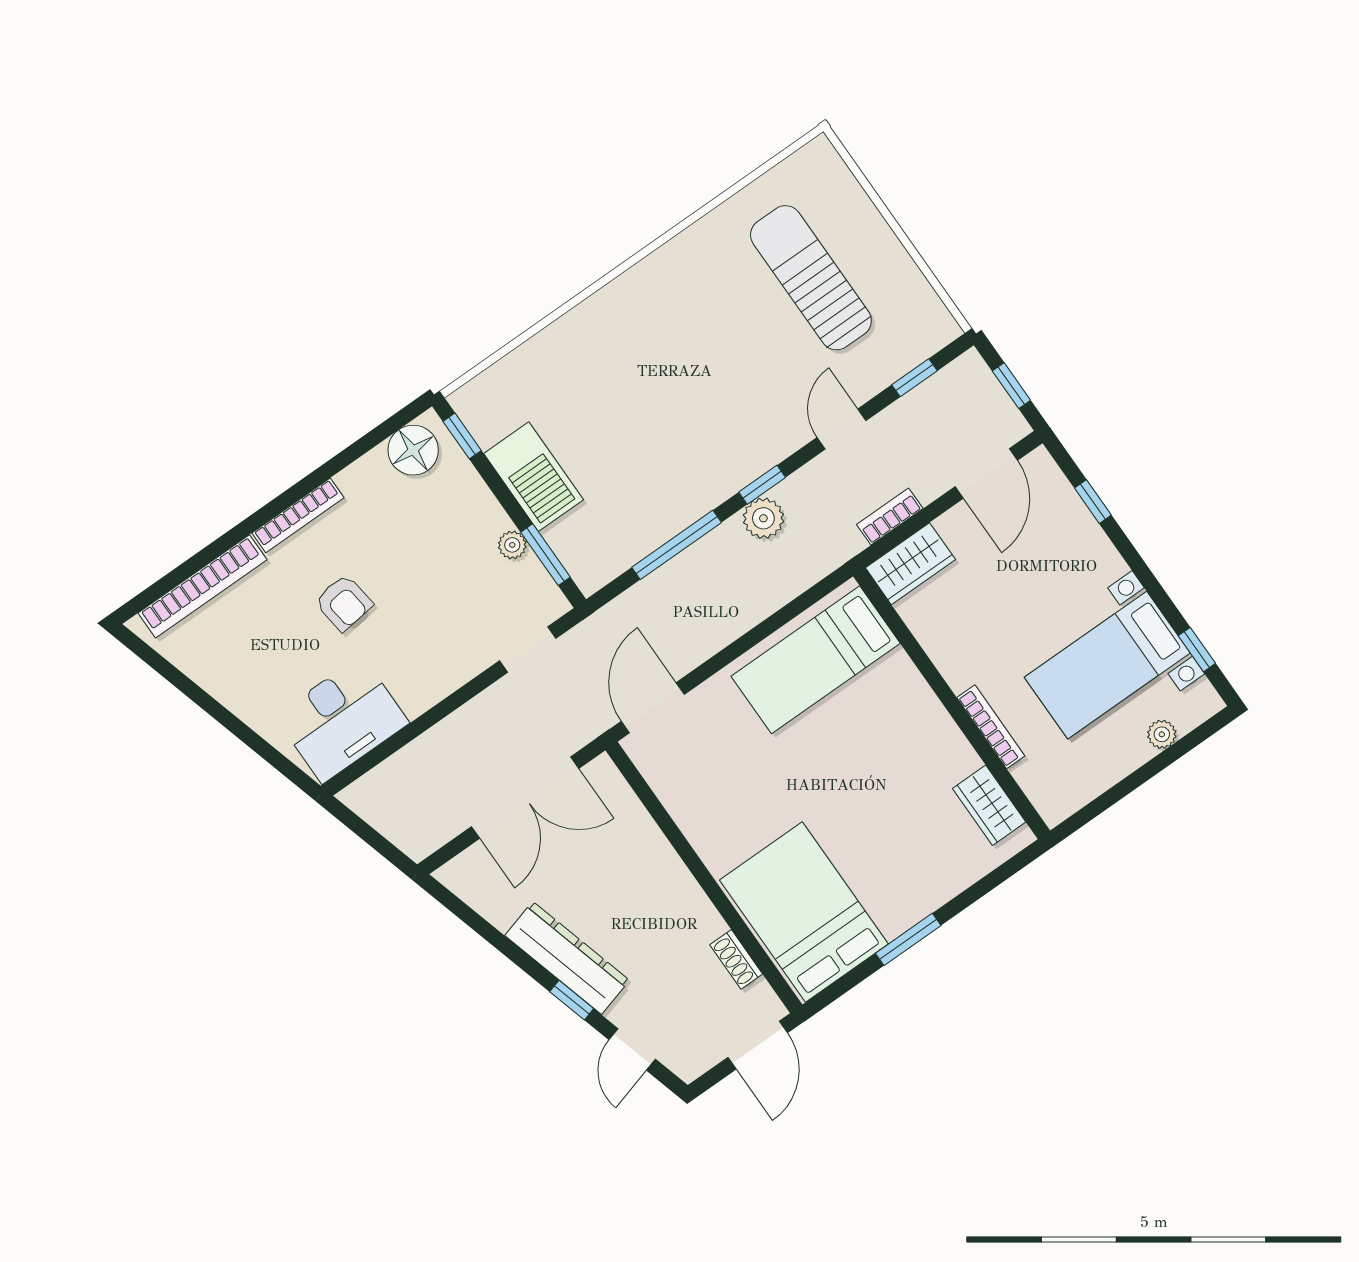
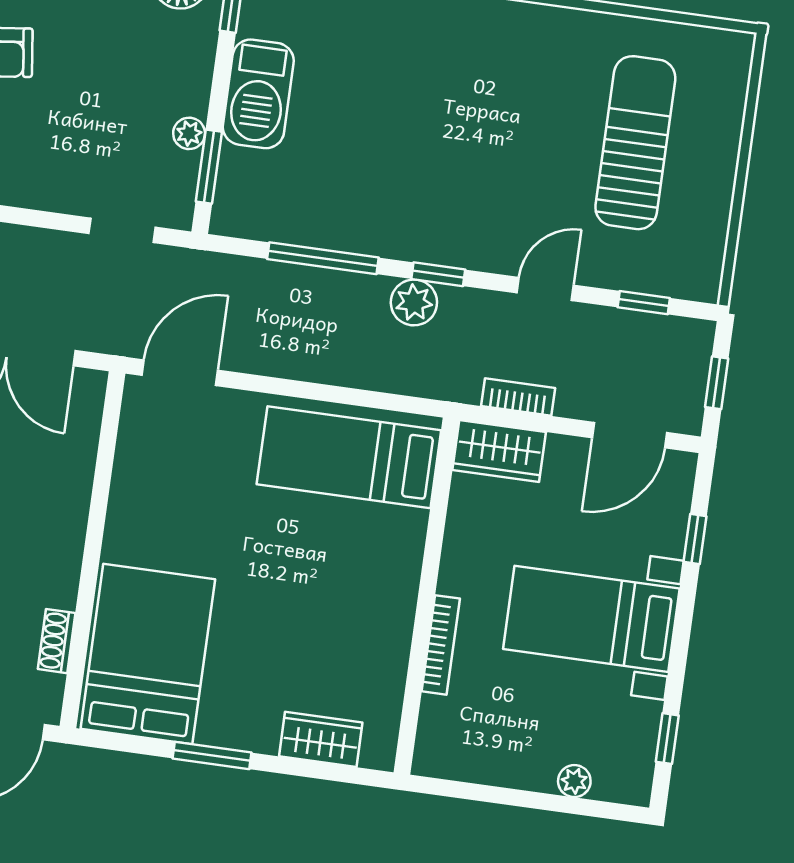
bed with nightstands: (1107, 665) -> (591, 619), moved
wardrobe: (989, 805) -> (321, 739), moved, turned 90

